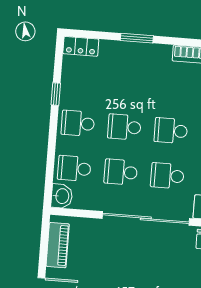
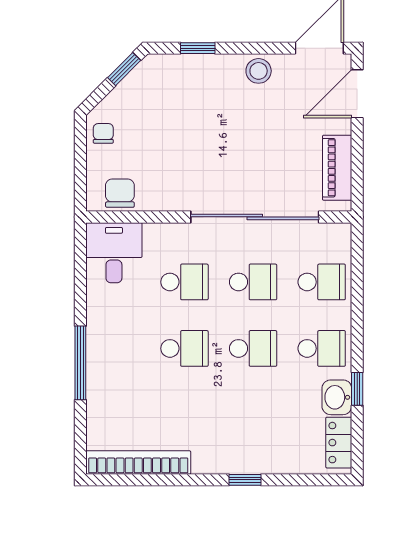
window: (137, 38) -> (245, 480), width x0.67
locker: (81, 46) -> (339, 443), moved, turned -90
washbasin: (62, 196) -> (337, 397), moved
sliding door: (146, 218) -> (255, 217), moved

